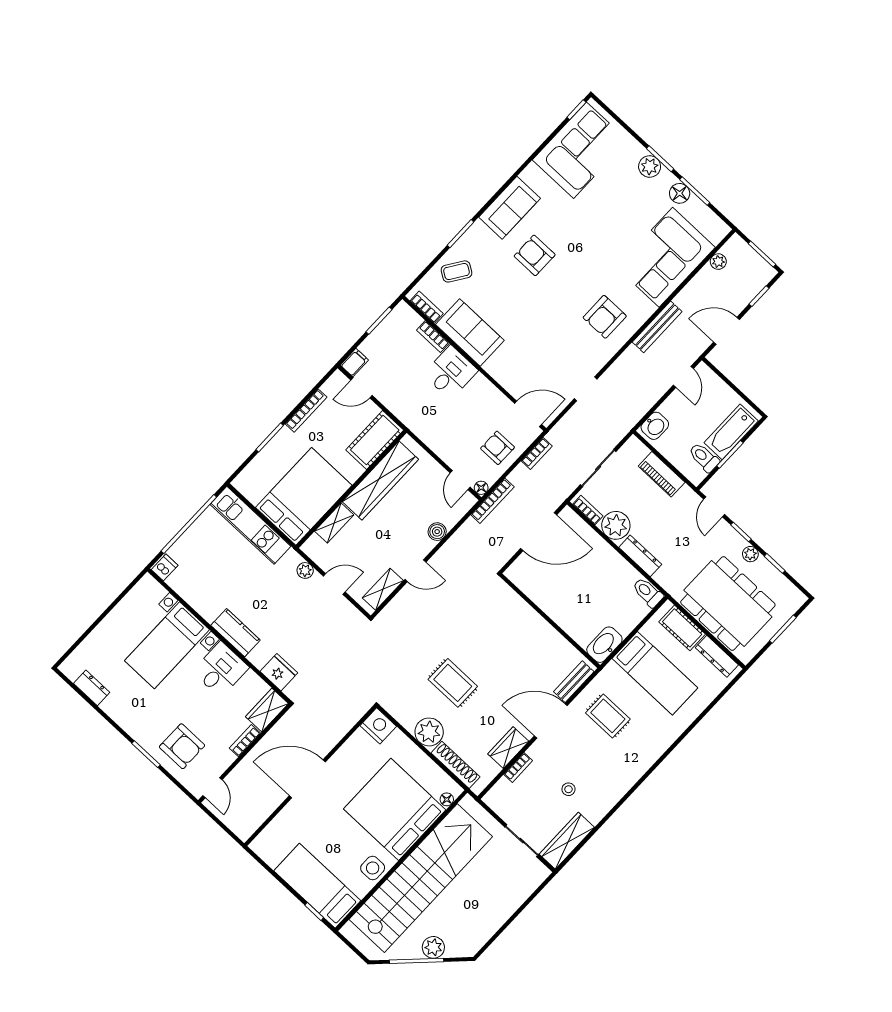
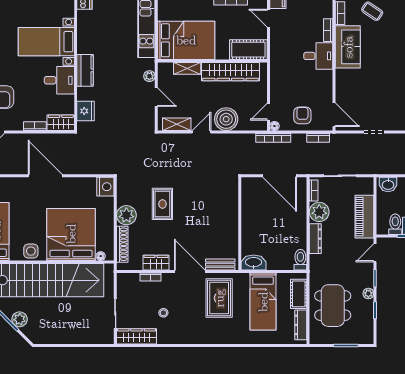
piano: (662, 474) -> (364, 217), width x1.37, depth x1.33
boiler: (437, 532) -> (226, 119), width x1.86, depth x1.86
door: (415, 571) -> (201, 132), swing flipped
dining table: (728, 604) -> (333, 306), width x0.73, depth x0.80
rug: (608, 716) -> (219, 298), width x1.36, depth x1.43

